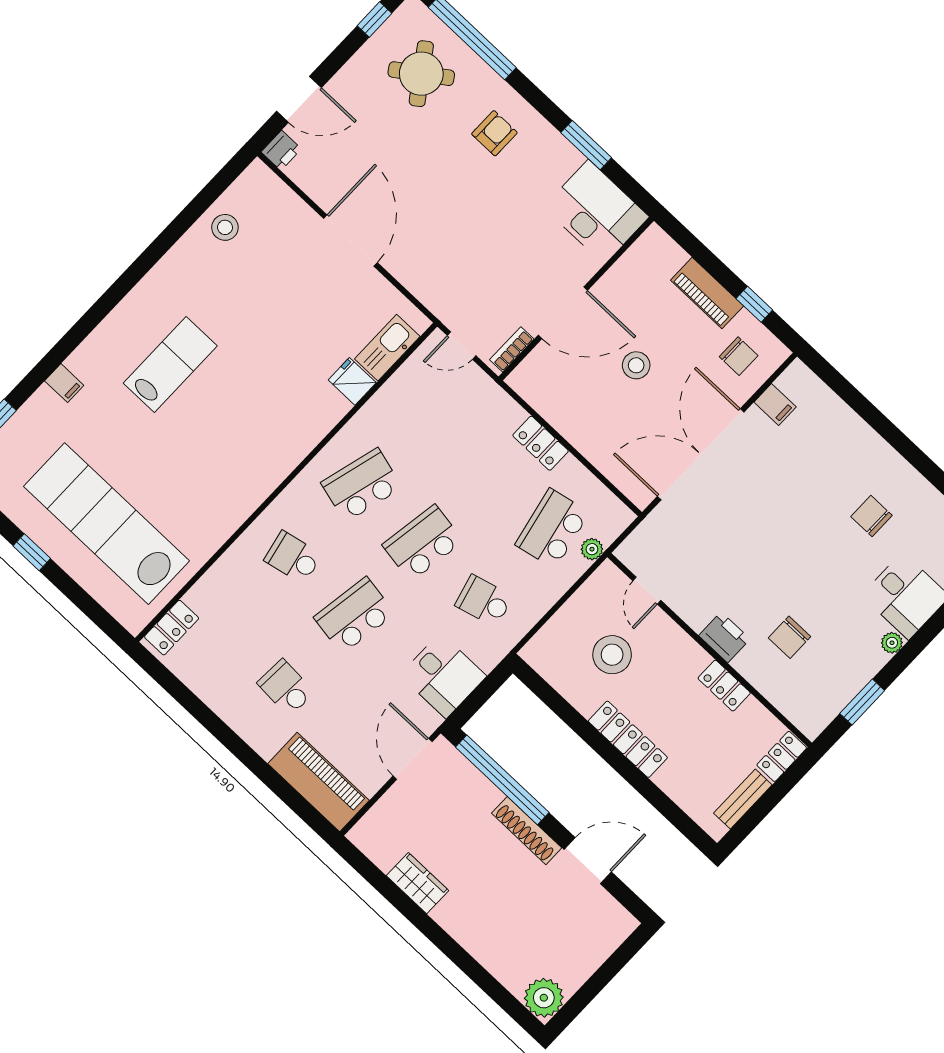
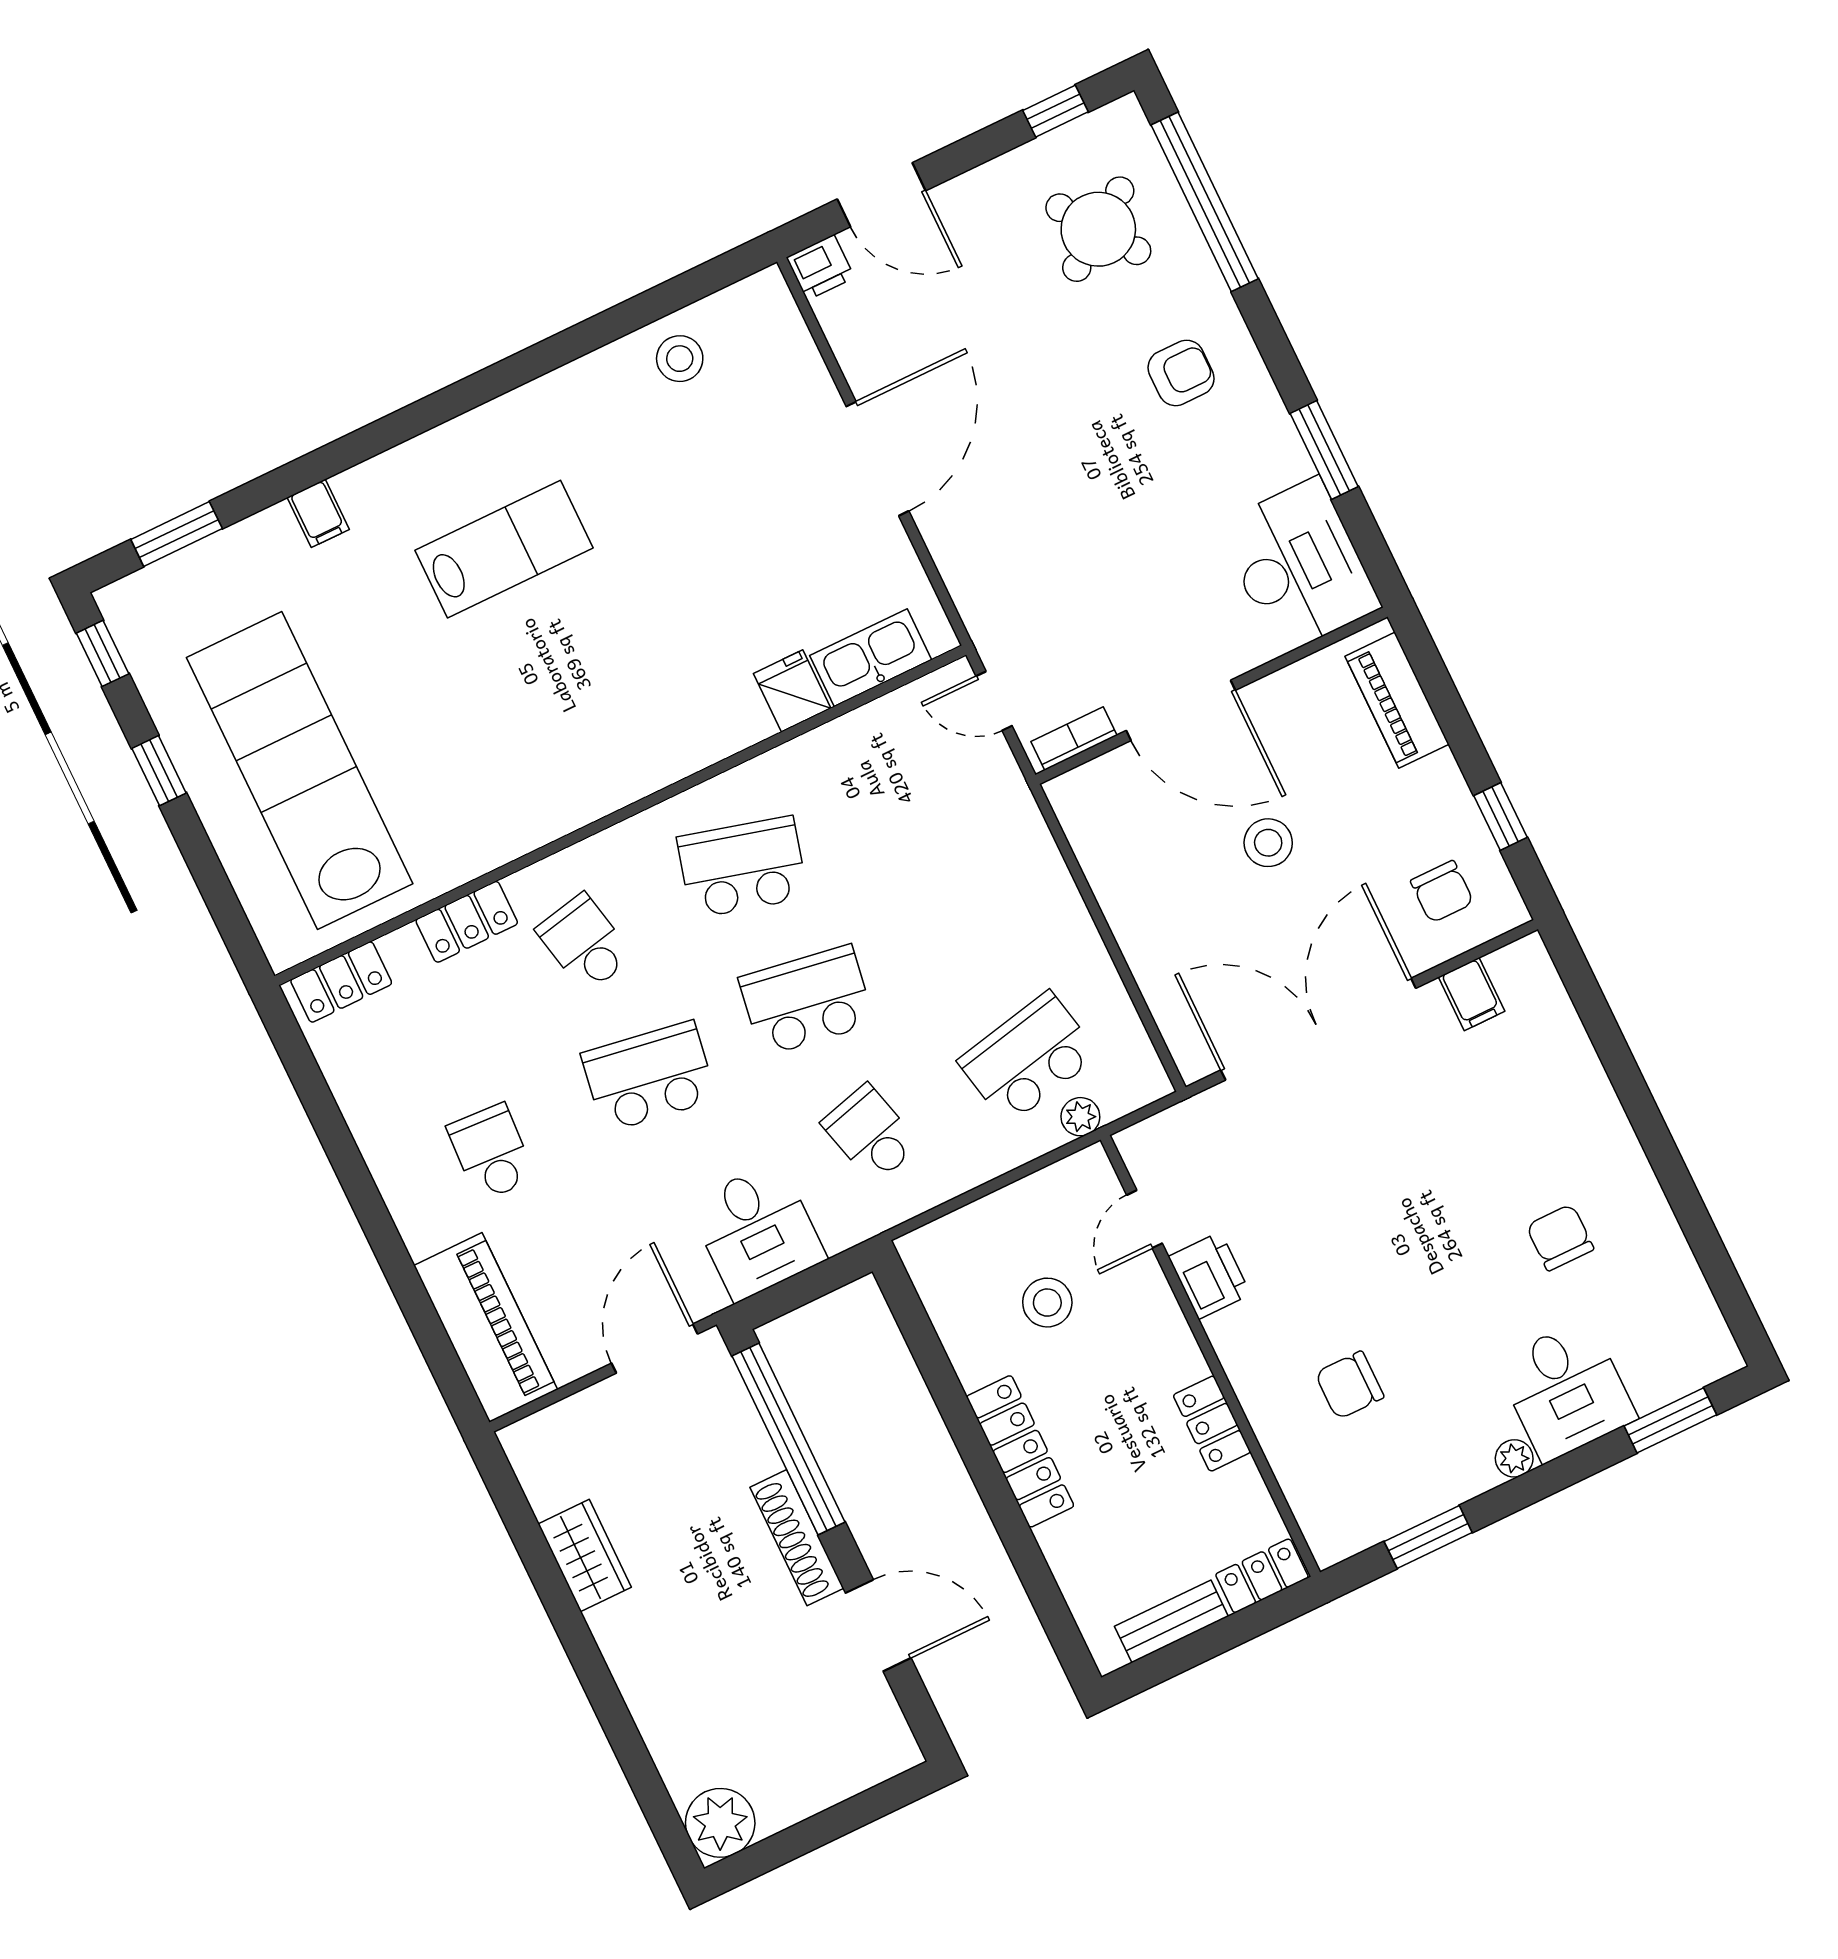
piano: (707, 293) -> (1397, 700), moved
locker: (541, 443) -> (467, 922), moved, turned -90
printer: (724, 637) -> (1209, 1276), moved
stool: (612, 655) -> (1047, 1303), width x0.73, depth x0.73

